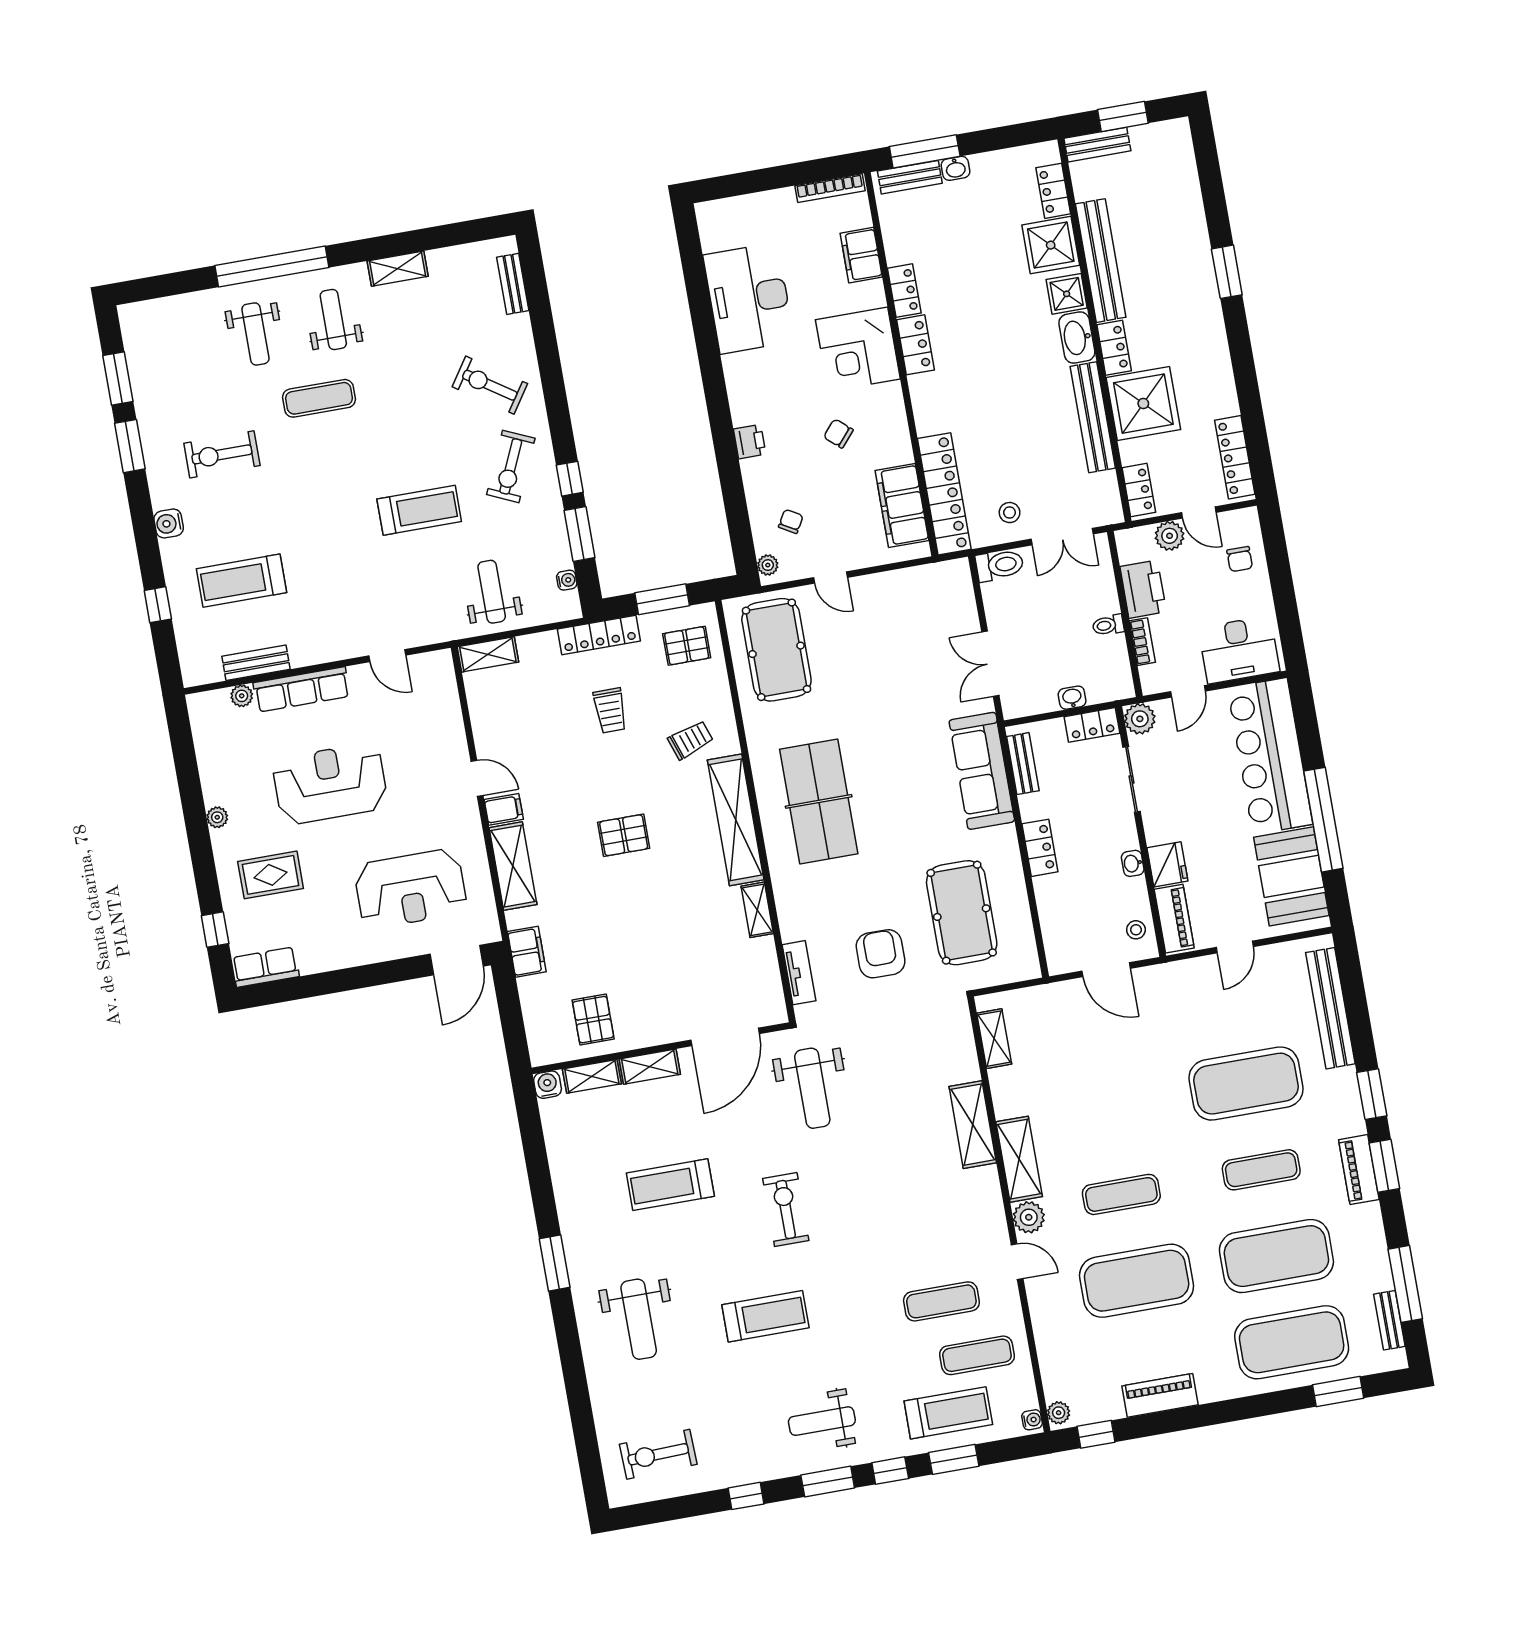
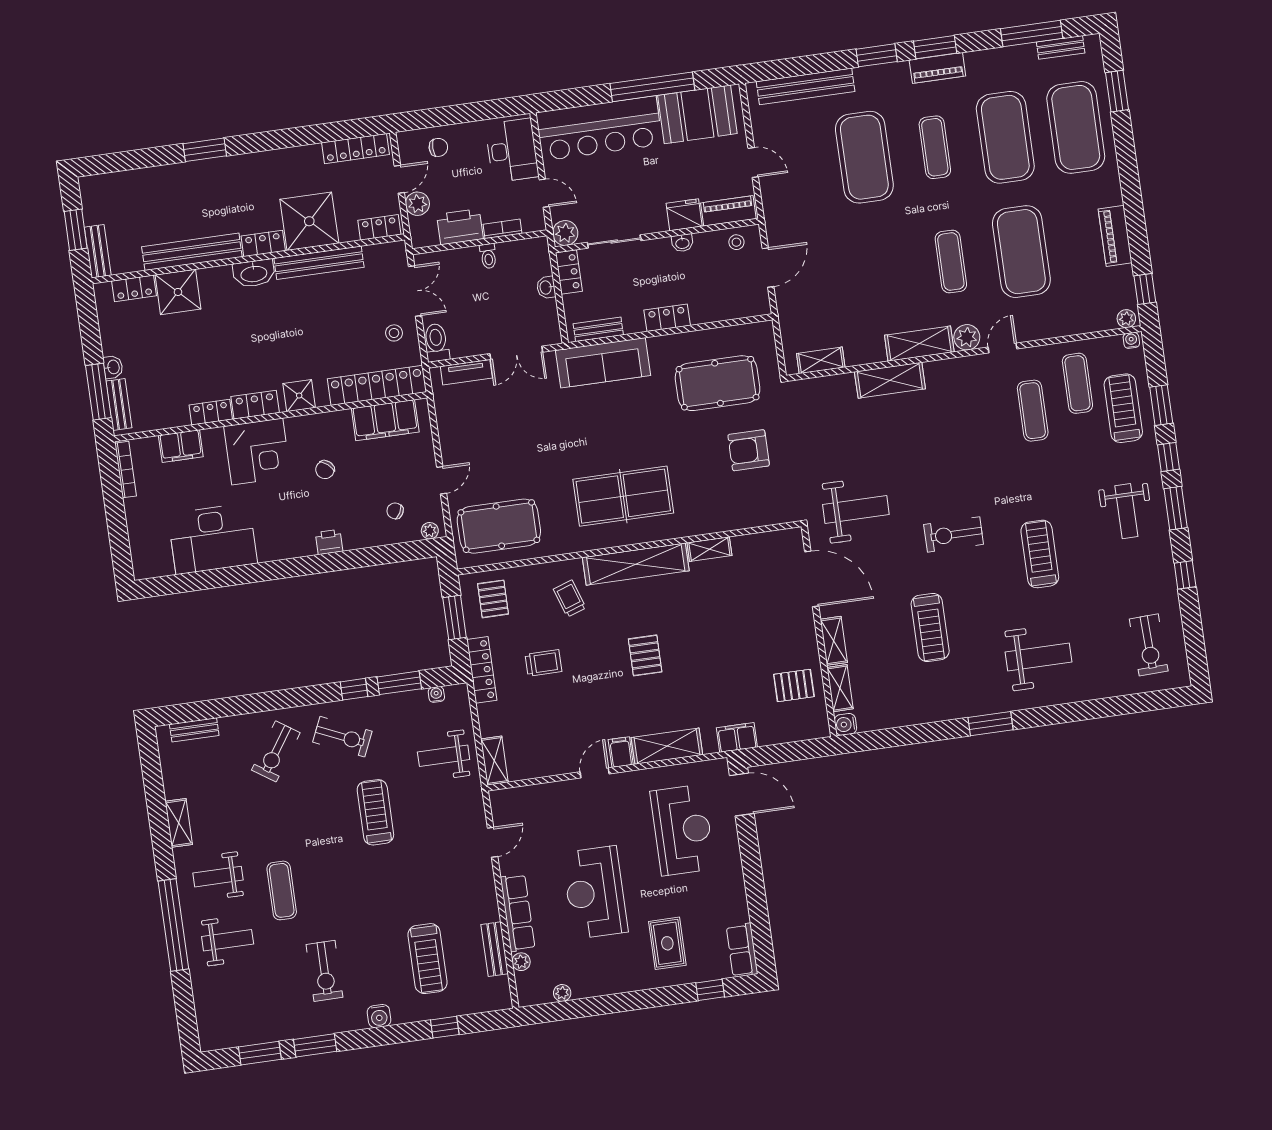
shower: (1067, 294) -> (299, 396), moved
plant: (217, 817) -> (562, 993), moved
tv unit: (799, 973) -> (466, 372), moved, turned 180

